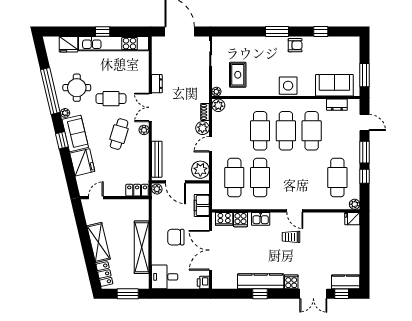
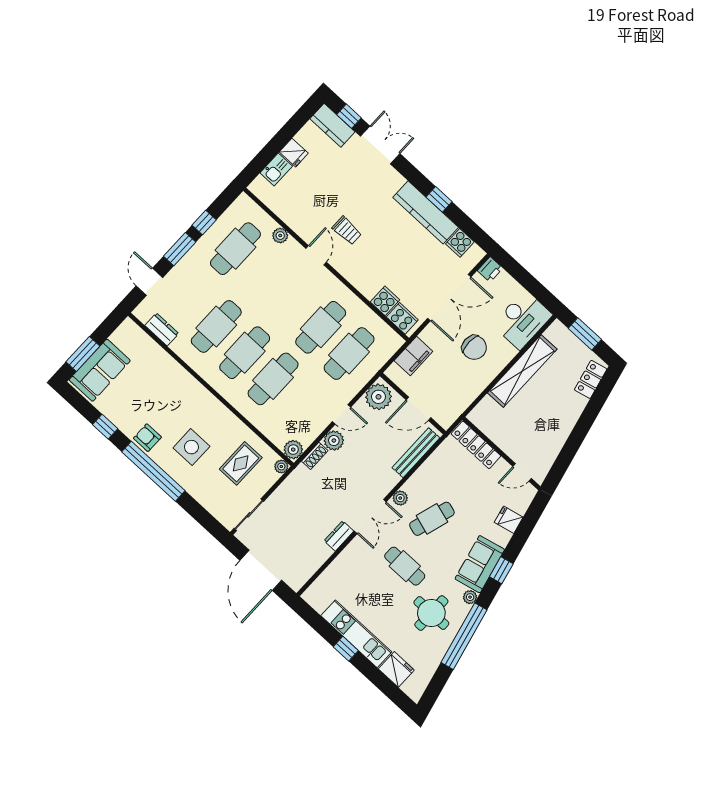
window: (277, 32) -> (153, 471), width x2.11
kitchen unit: (113, 44) -> (356, 634), width x0.73
window: (365, 75) -> (83, 354), moved
sofa: (334, 85) -> (100, 370), moved, turned -90
side table: (288, 86) -> (191, 447), moved
fridge: (82, 162) -> (509, 520), width x0.53, depth x0.75
door: (175, 182) -> (418, 409), swing flipped
plant: (157, 189) -> (446, 420), removed
locker: (137, 190) -> (476, 445), width x1.53
plant: (355, 204) -> (280, 236), moved
kitchen sink: (261, 219) -> (276, 170), moved, turned 90
fridge: (352, 219) -> (294, 153), moved
shelving: (98, 242) -> (565, 420), removed
desk: (165, 277) -> (522, 320), width x1.37
cooker: (291, 282) -> (460, 243), moved

